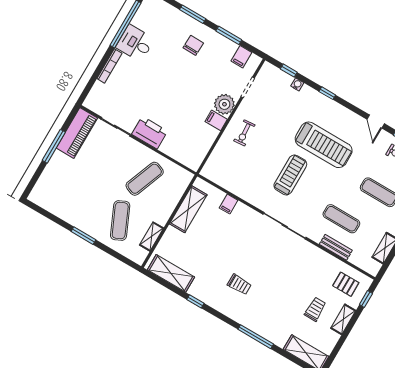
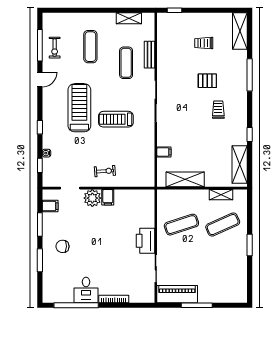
exercise mat: (145, 179) -> (181, 225), turned -39
pallet: (346, 284) -> (207, 81), moved, turned 90
shelving: (343, 319) -> (199, 18), removed

